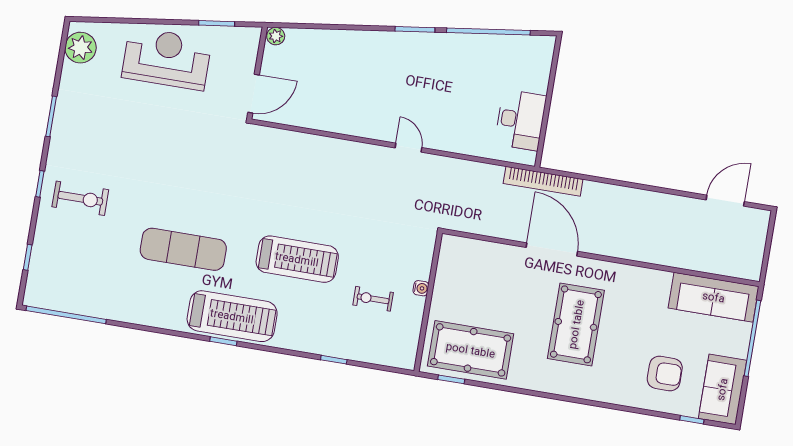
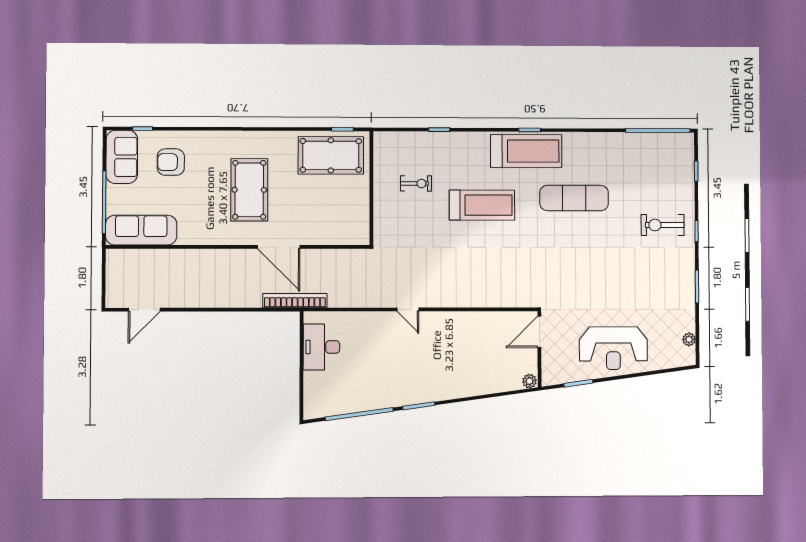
plant: (81, 48) -> (689, 339), width x0.53, depth x0.53
treadmill: (297, 259) -> (482, 205), turned 180
water cooler: (421, 288) -> (379, 198), removed
treadmill: (232, 316) -> (526, 151), turned 180

